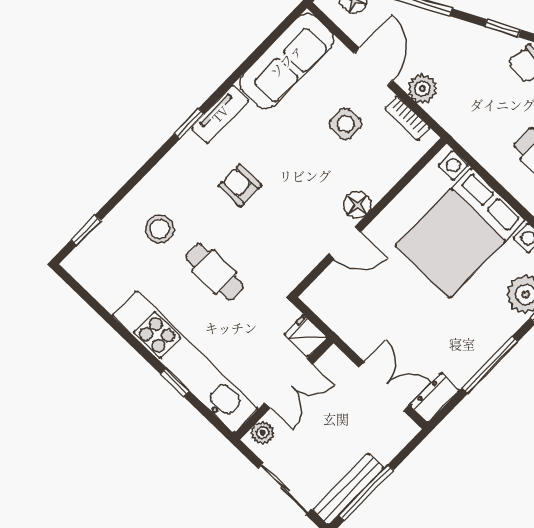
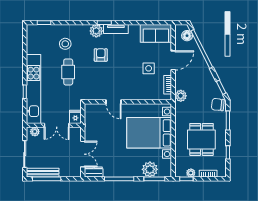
sofa: (286, 61) -> (156, 33), width x0.73
plant: (422, 89) -> (181, 96), moved
plant: (190, 152) -> (96, 31), added
floor lamp: (357, 205) -> (128, 95), removed

